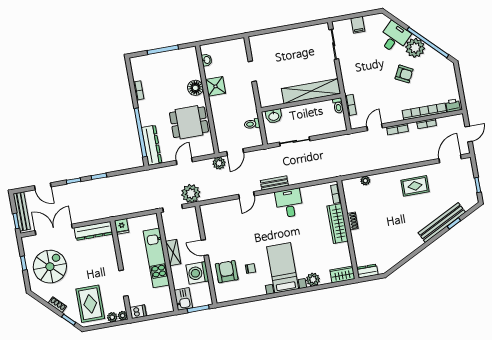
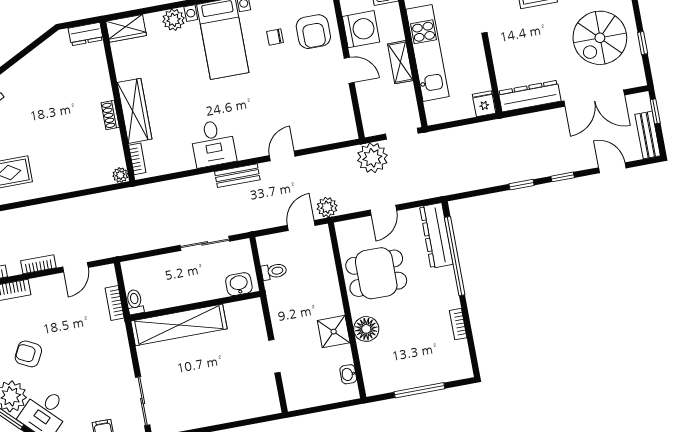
plant: (365, 181) -> (120, 175), moved
bench: (22, 211) -> (648, 135), width x0.73

